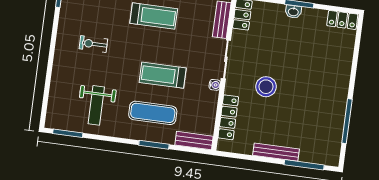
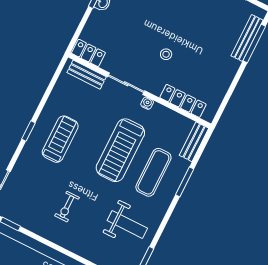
treadmill: (163, 75) -> (120, 150), width x1.37, depth x1.38
stool: (266, 87) -> (166, 54), width x0.53, depth x0.53
bench: (276, 152) -> (247, 38), moved

